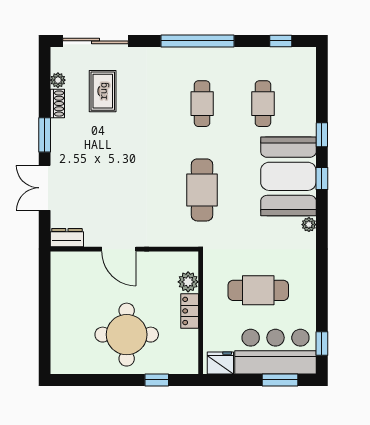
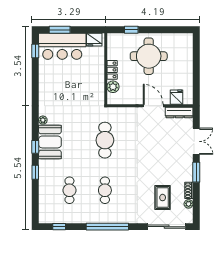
booth: (288, 176) -> (50, 142), width x0.73, depth x0.70
dresser: (67, 238) -> (179, 112), width x1.44
fridge: (79, 264) -> (177, 97), added
cafe table: (258, 290) -> (72, 82), removed

